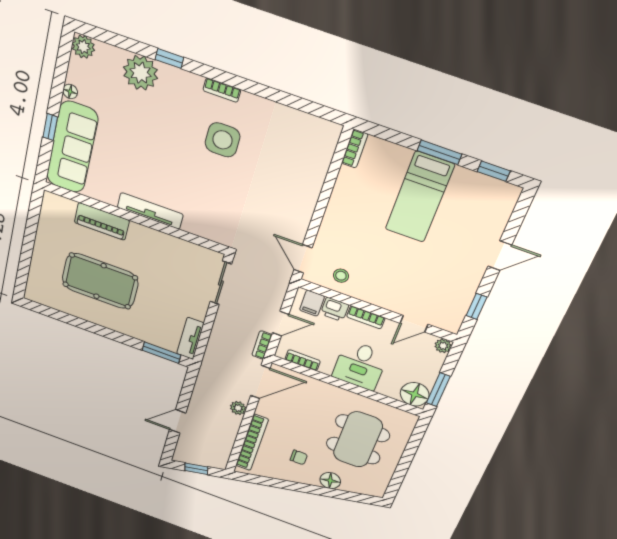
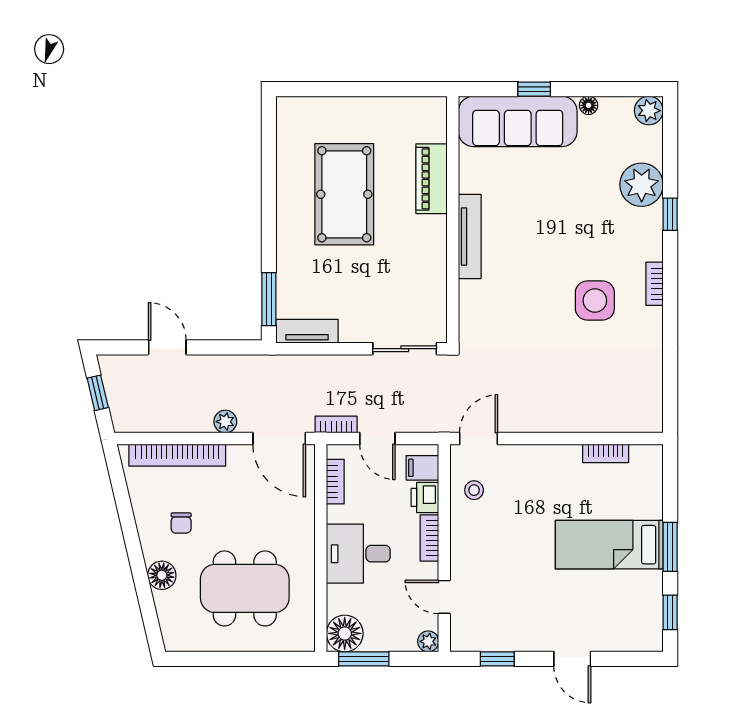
bookcase: (355, 149) -> (606, 453), moved

